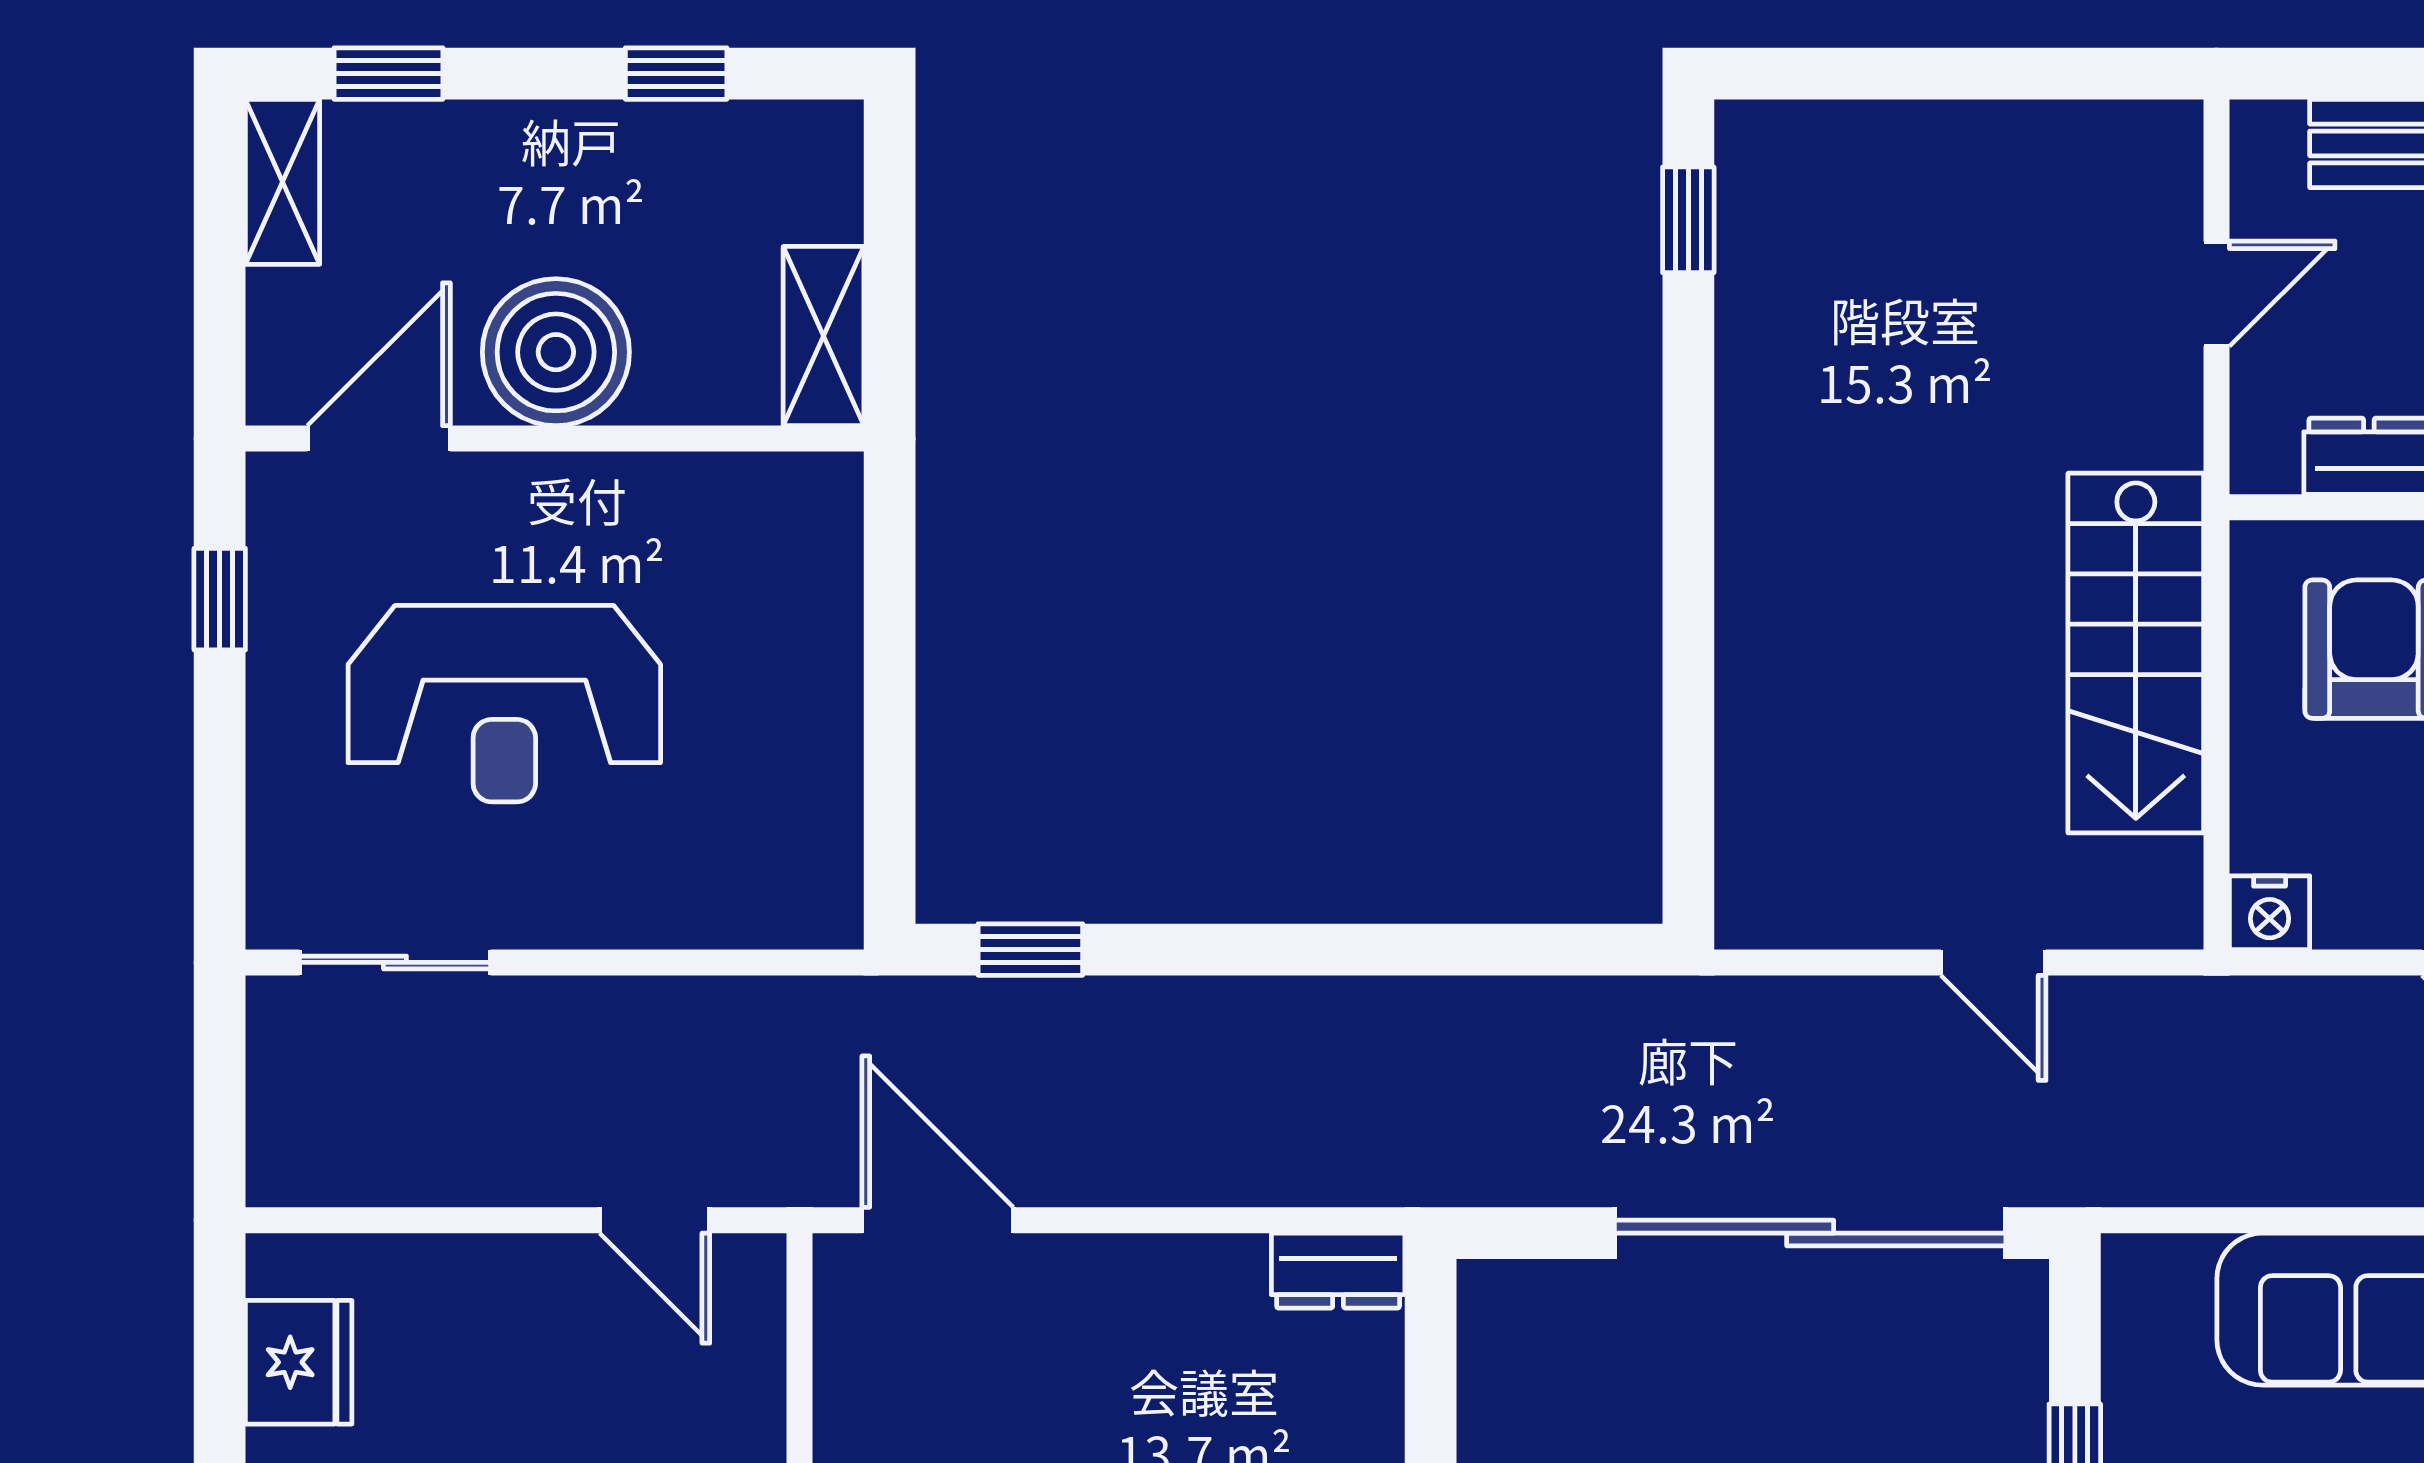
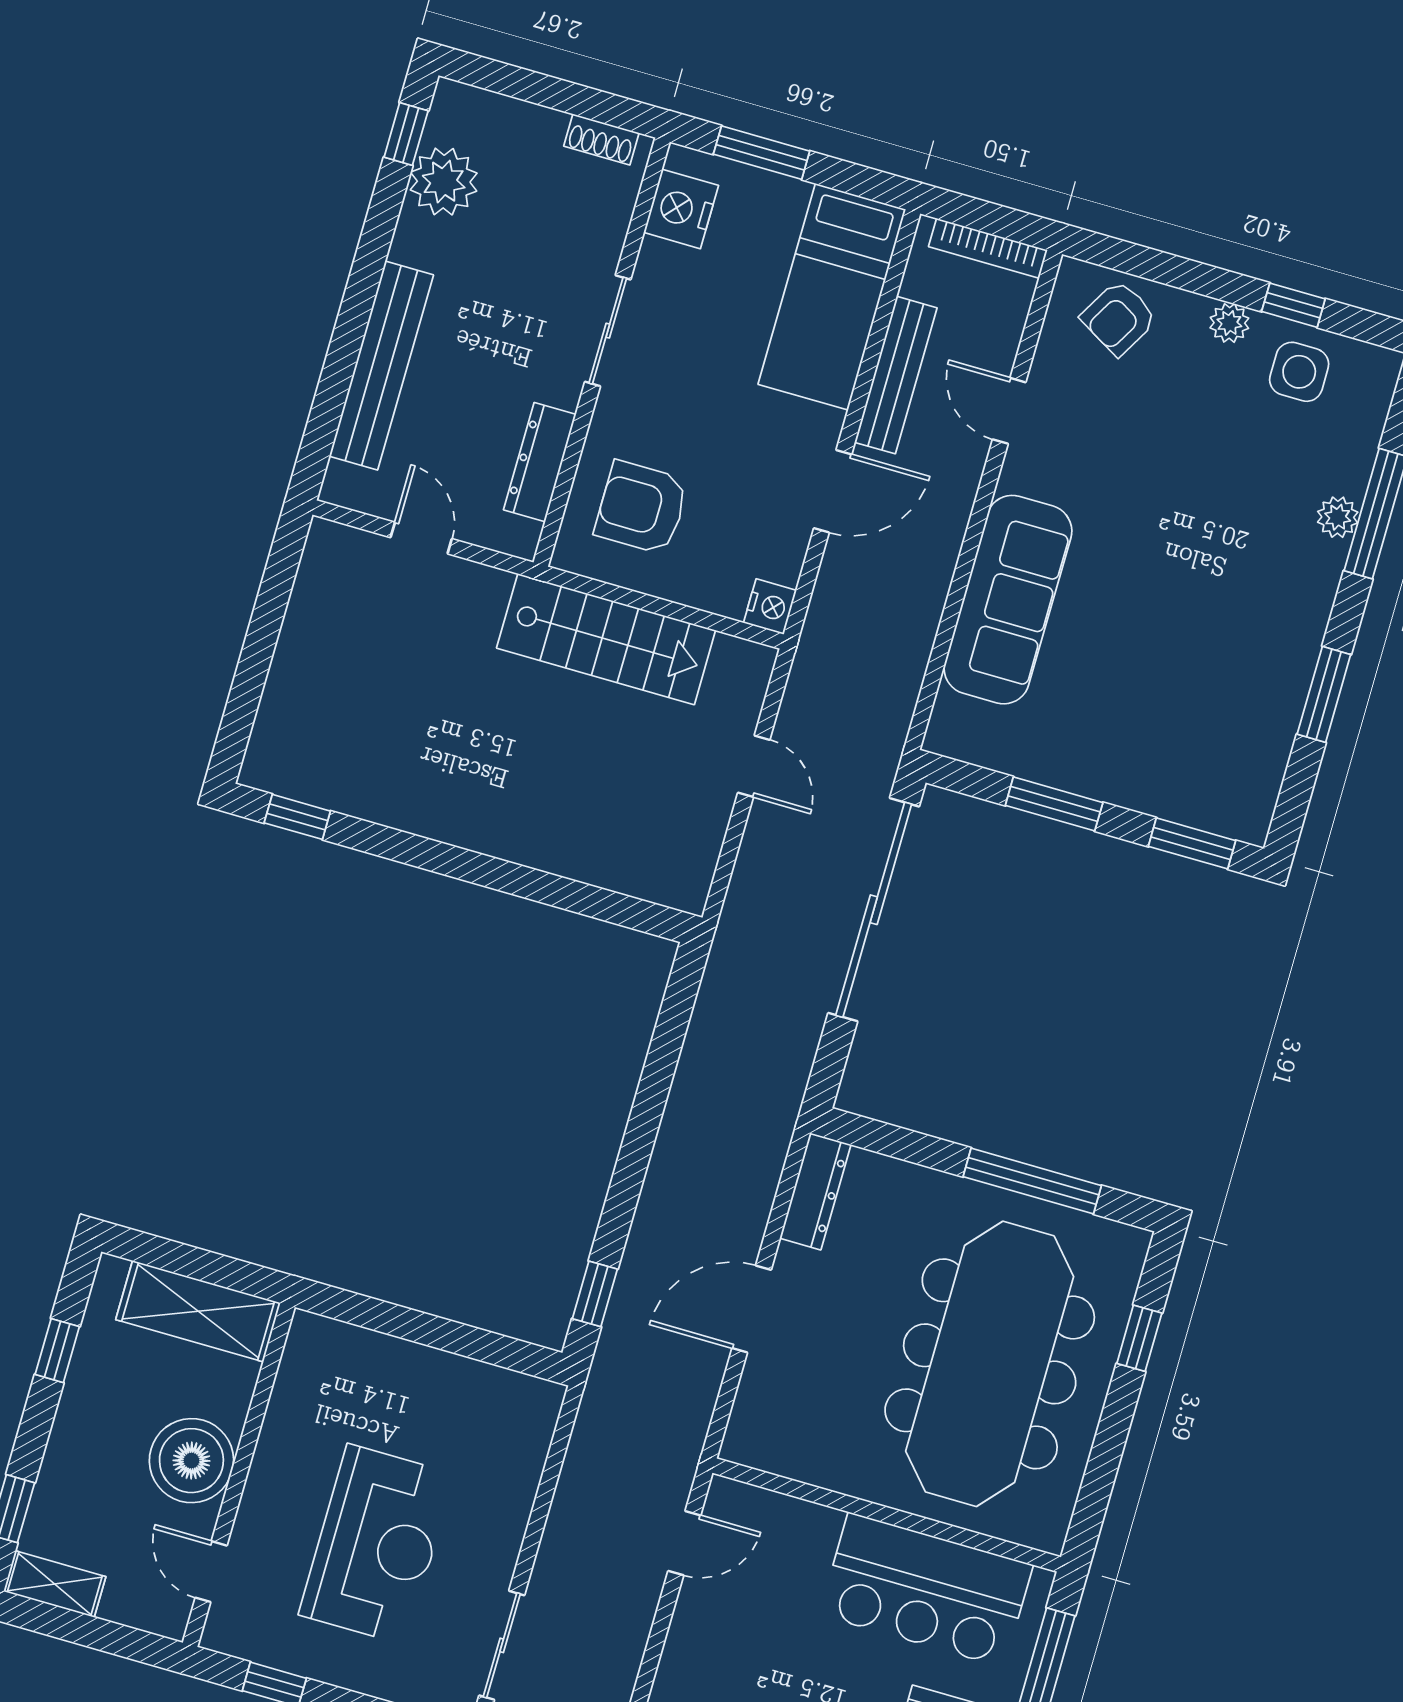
shelving: (824, 336) -> (198, 1311), width x1.50, depth x1.33
door: (379, 439) -> (211, 1572), width x0.73
door: (1993, 962) -> (754, 766), hinge flipped
door: (938, 1220) -> (752, 1309), moved
dresser: (1338, 1271) -> (815, 1191), width x1.44

